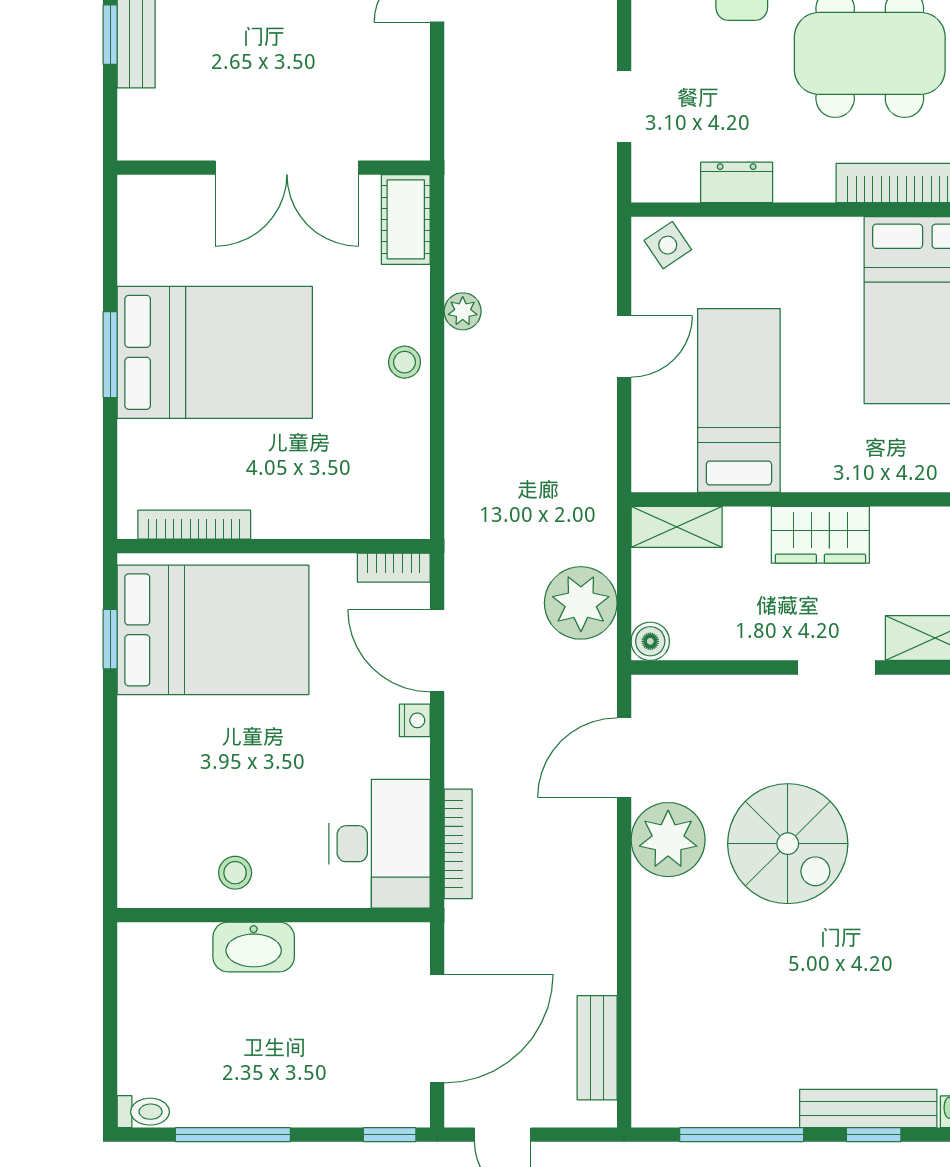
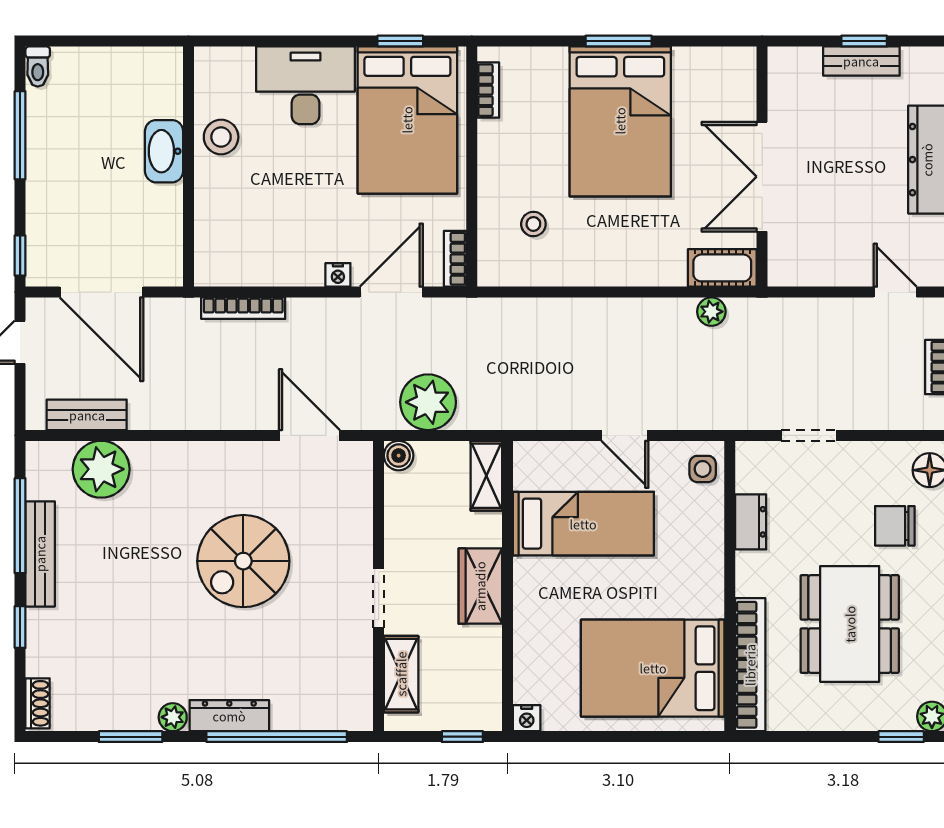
side table: (668, 245) -> (703, 469), turned 34
plant: (463, 311) -> (711, 312), moved
stool: (405, 362) -> (533, 224), moved
bookcase: (194, 525) -> (488, 90), width x0.64
plant: (668, 840) -> (101, 469), moved
desk: (380, 844) -> (305, 85), moved, turned 180
stool: (235, 873) -> (221, 137), width x1.37, depth x1.37
bench: (868, 1108) -> (40, 554), moved

